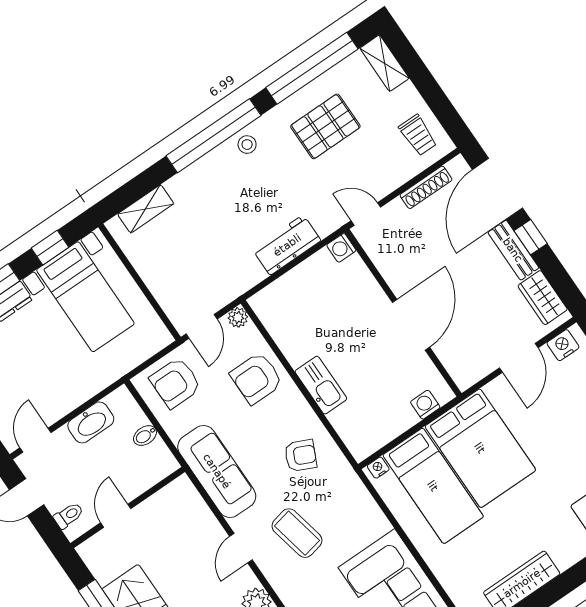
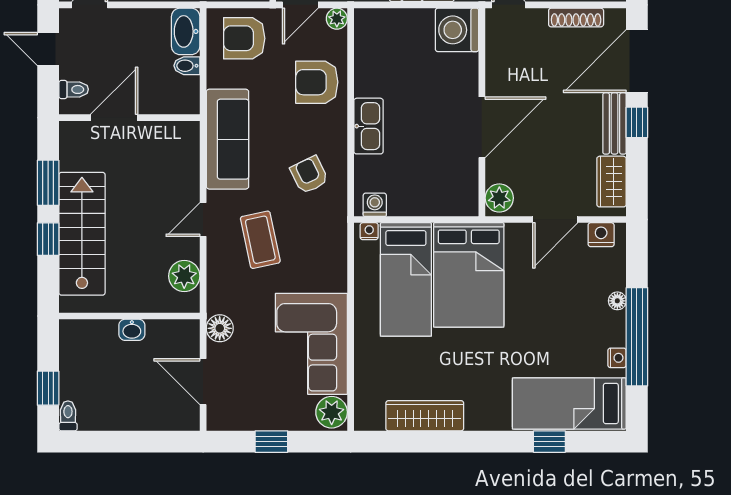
washing machine: (341, 248) -> (457, 30), width x1.89, depth x1.89
plant: (463, 371) -> (499, 198), added
washing machine: (425, 405) -> (375, 205), moved
washbasin: (91, 422) -> (186, 31), moved, turned 90
armchair: (301, 456) -> (309, 175), turned -141
door: (116, 516) -> (114, 118), width x1.38

